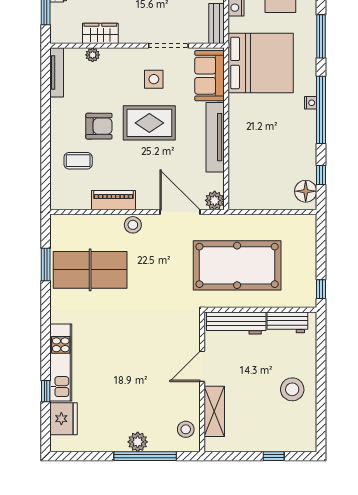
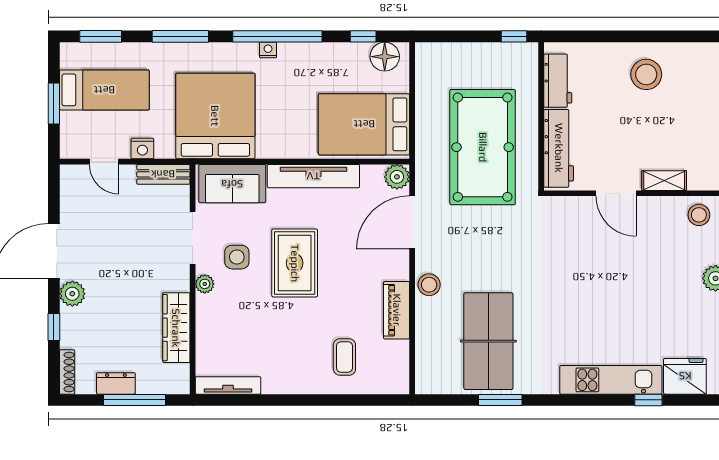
wardrobe: (100, 33) -> (176, 328), width x1.50
plant: (93, 55) -> (205, 284), moved
armchair: (99, 126) -> (299, 329), removed
bed: (254, 175) -> (364, 124), added
window: (46, 264) -> (500, 400), moved
shelving: (214, 411) -> (664, 181), width x0.67, depth x0.75

